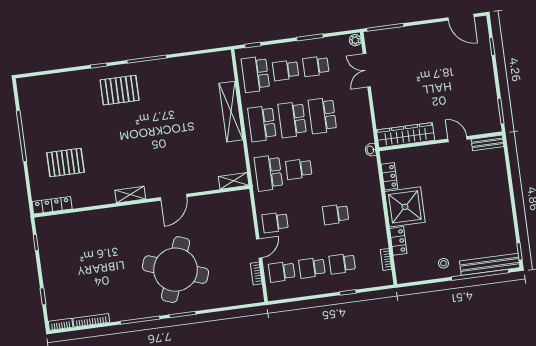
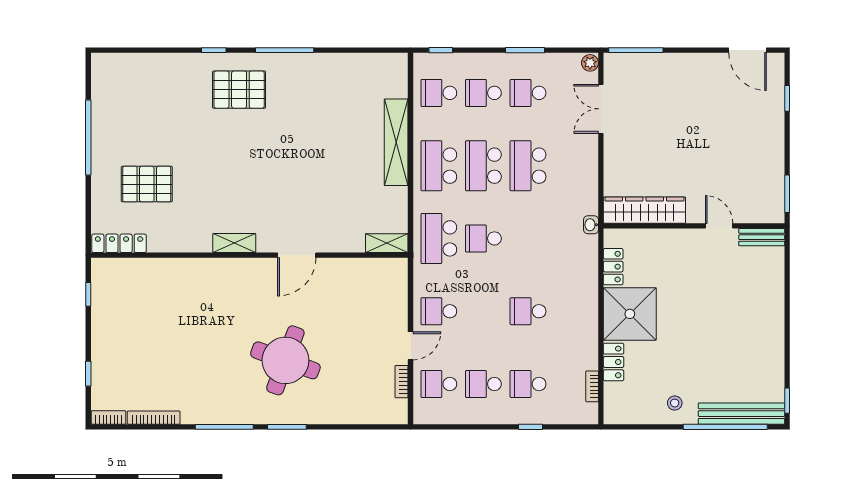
school desk: (255, 74) -> (439, 93), width x0.54
round table: (176, 270) -> (285, 360), width x0.73, depth x0.73

